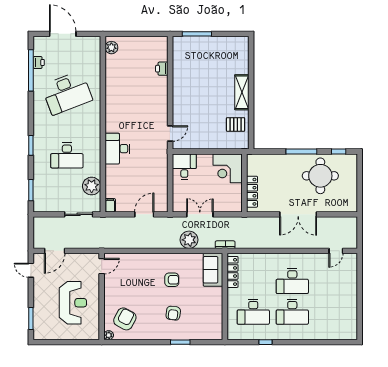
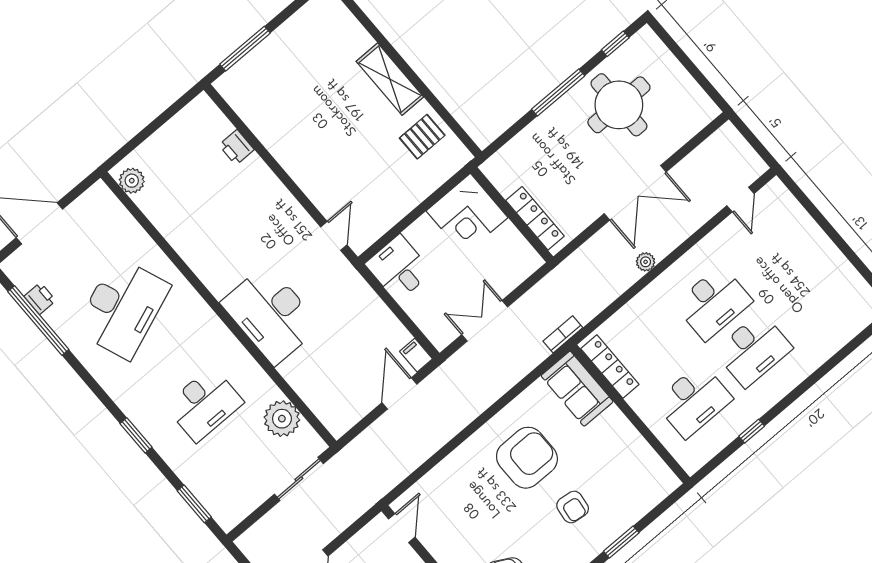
desk: (117, 149) -> (271, 314), width x1.36, depth x1.30
filing cabinet: (110, 205) -> (416, 355), moved
plant: (189, 240) -> (646, 262), moved, width x0.53, depth x0.53
armchair: (172, 280) -> (527, 458), width x1.88, depth x1.88

